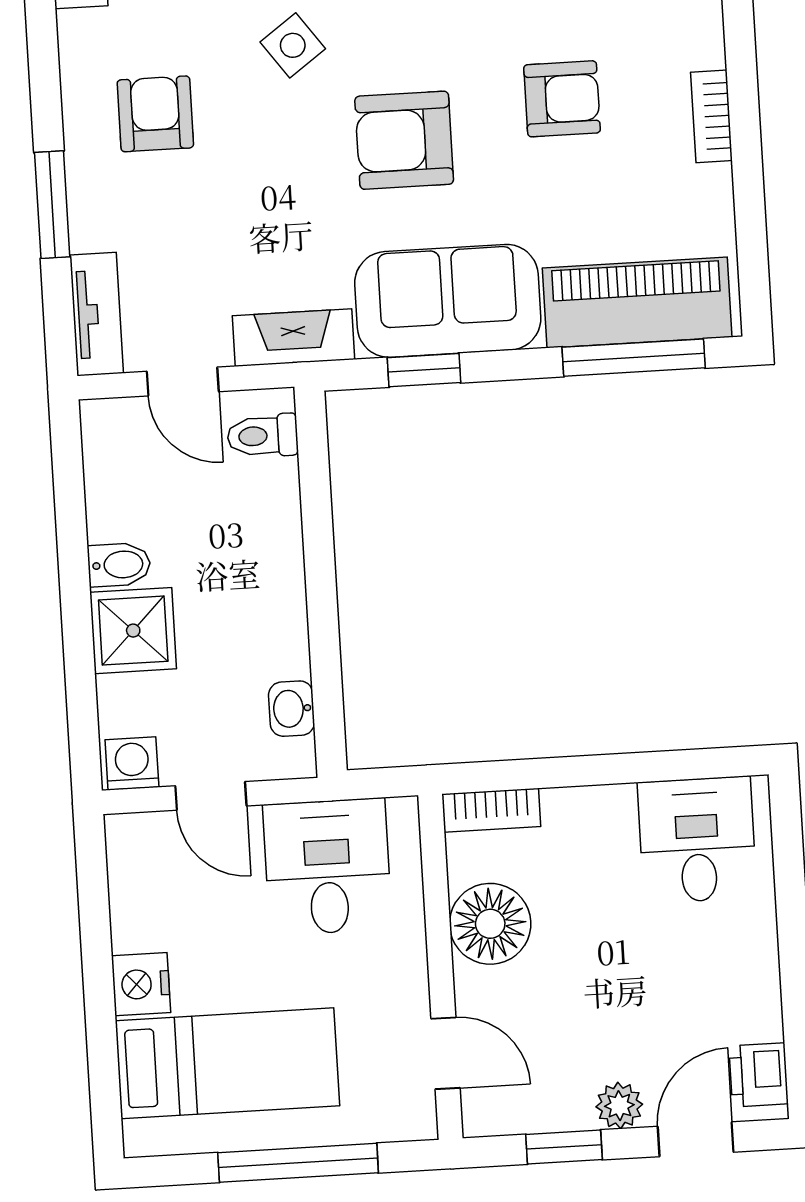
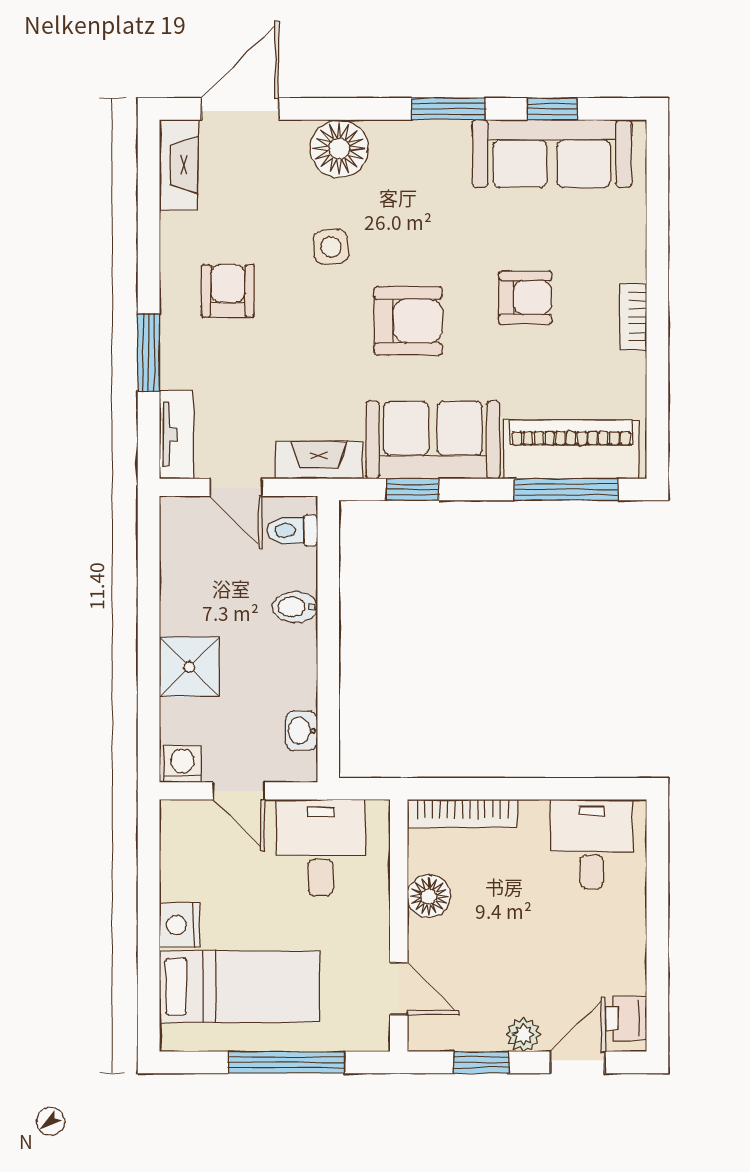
side table: (293, 45) -> (331, 247), turned 32
armchair: (404, 140) -> (408, 321), turned 180
bidet: (119, 565) -> (295, 607), moved, turned 180
bookcase: (491, 810) -> (463, 814), width x1.56
floor lamp: (490, 924) -> (429, 896), width x0.73, depth x0.73

